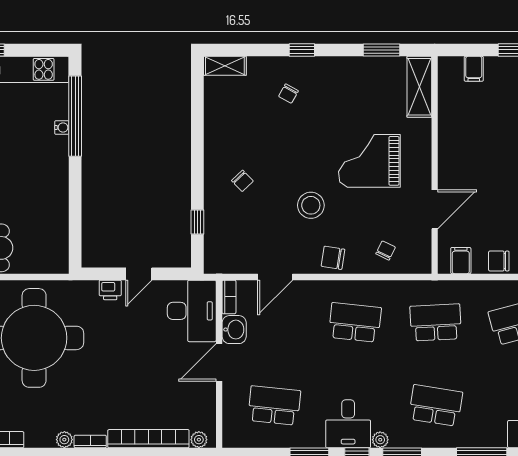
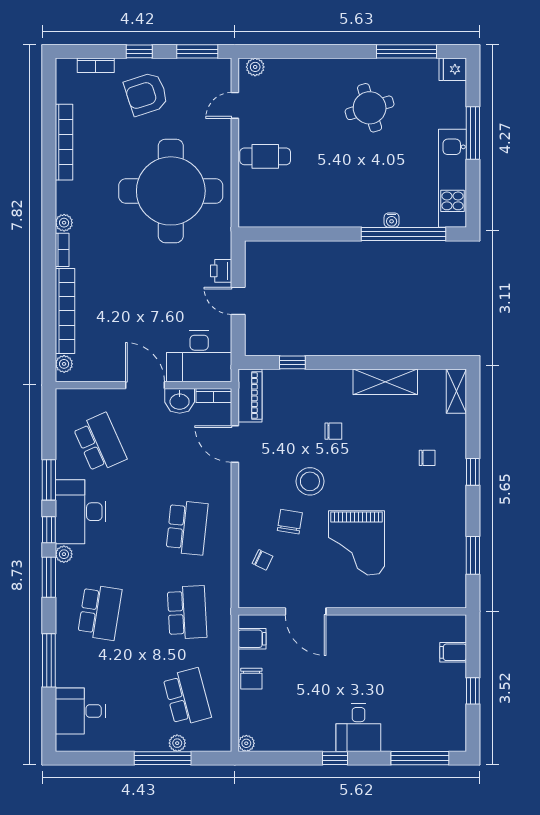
shelving: (419, 87) -> (385, 382), moved
chair: (288, 94) -> (427, 458), turned 151
grand piano: (369, 161) -> (357, 543), turned 180
chair: (242, 181) -> (333, 431), moved, turned -136
chair: (333, 258) -> (290, 522), moved
chair: (499, 261) -> (251, 679), turned 180
piano: (229, 262) -> (250, 396), added
school desk: (274, 405) -> (100, 443), turned -30
desk: (348, 424) -> (81, 512), width x1.37

